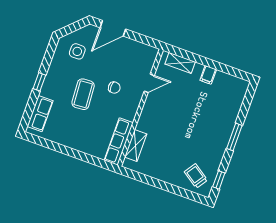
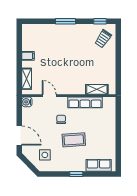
water cooler: (151, 53) -> (27, 102), added
row of seats: (119, 142) -> (85, 102), moved

